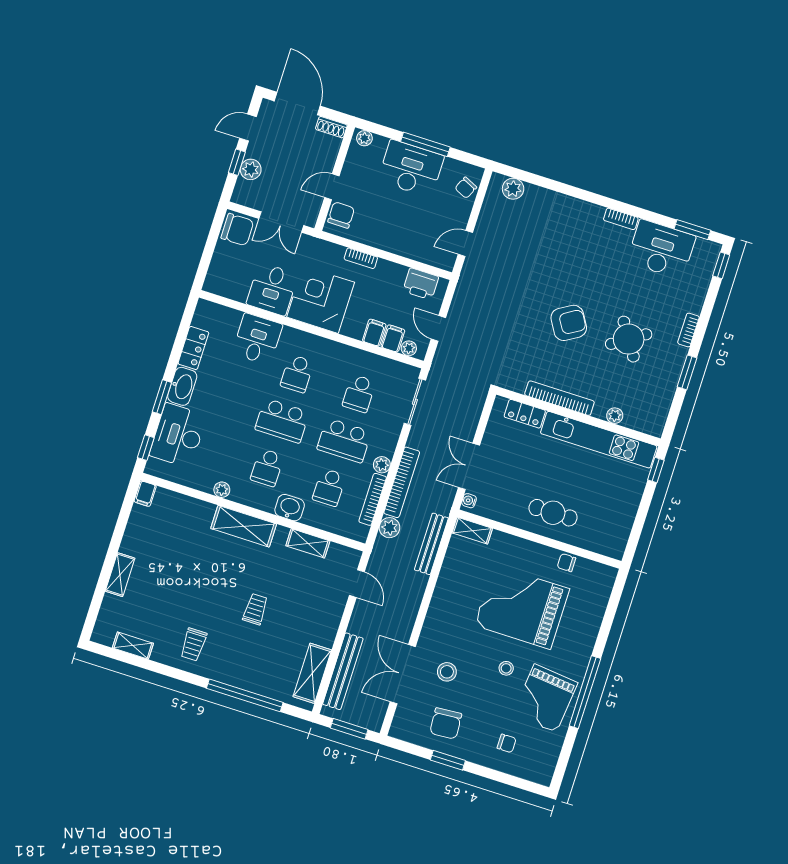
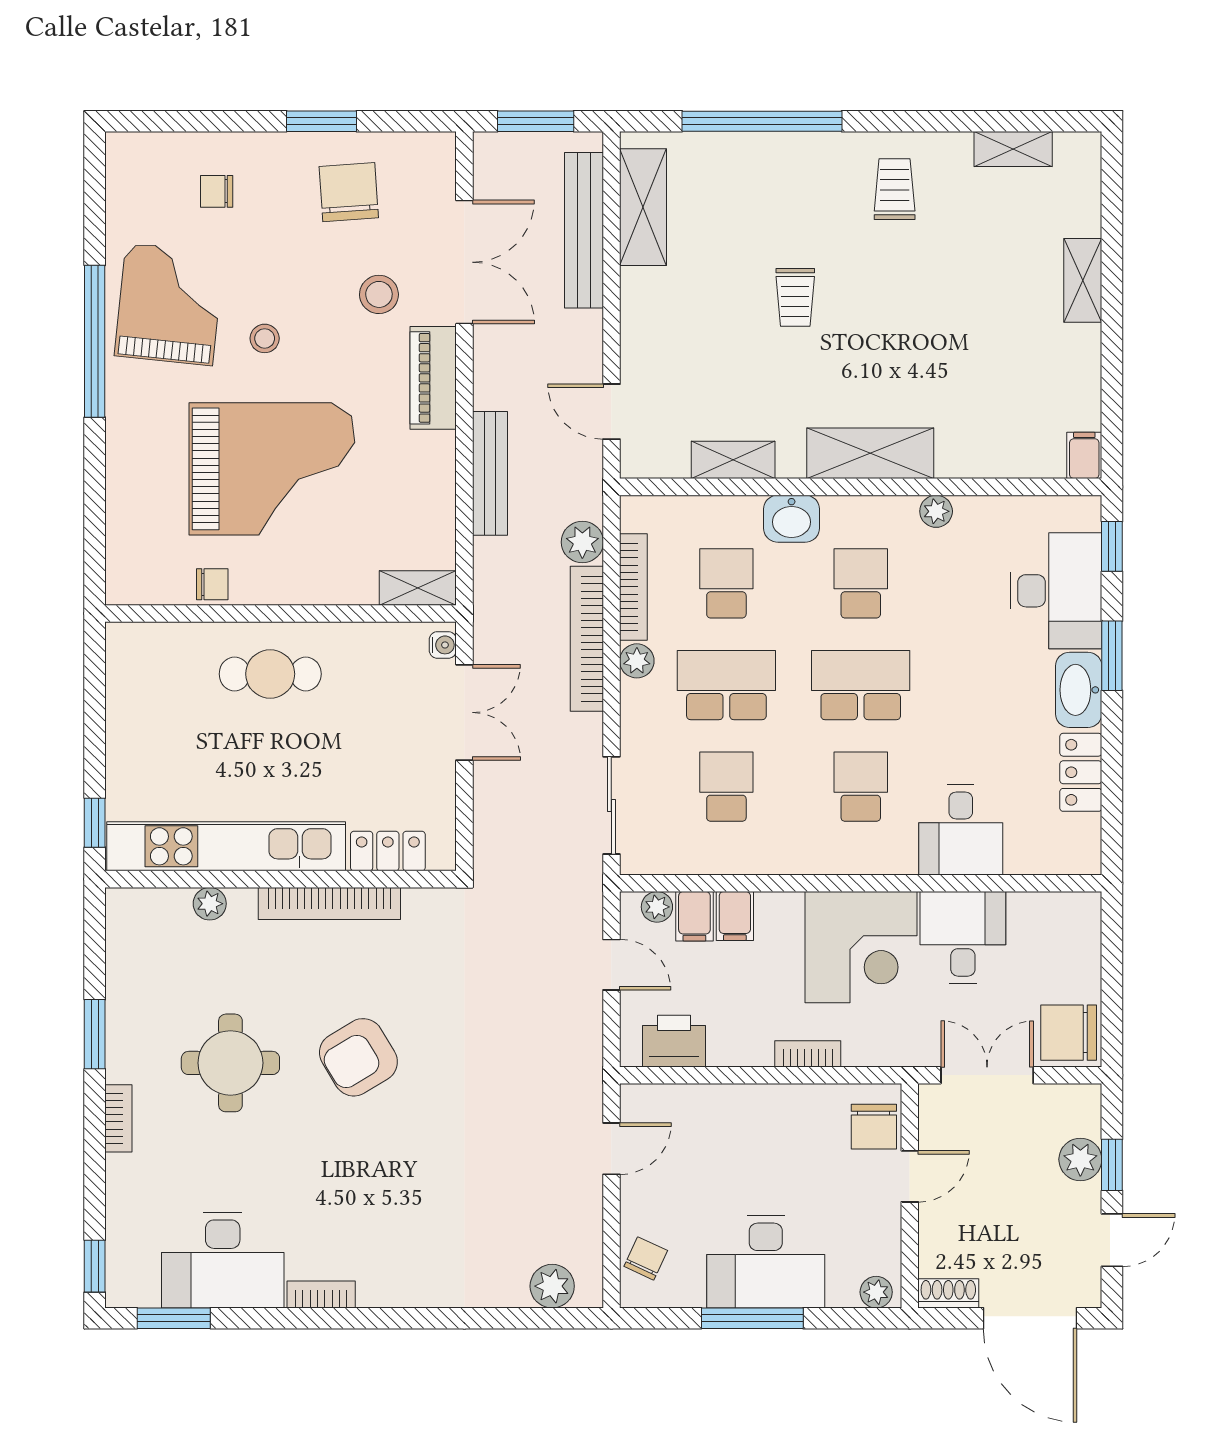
round table: (629, 339) -> (230, 1063), turned 33
bench: (431, 544) -> (490, 473), moved
piano: (434, 625) -> (433, 378), added

